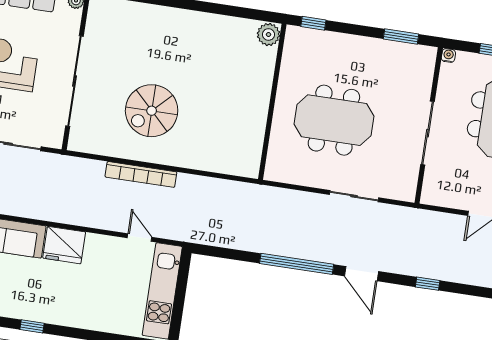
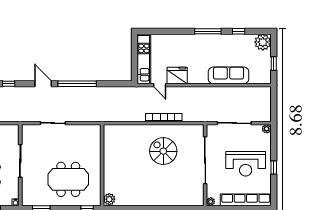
spiral stairs: (152, 111) -> (163, 151), turned -90
meeting table: (334, 120) -> (68, 179), moved
fridge: (64, 245) -> (177, 76), moved
window: (32, 326) -> (208, 31), width x2.17

